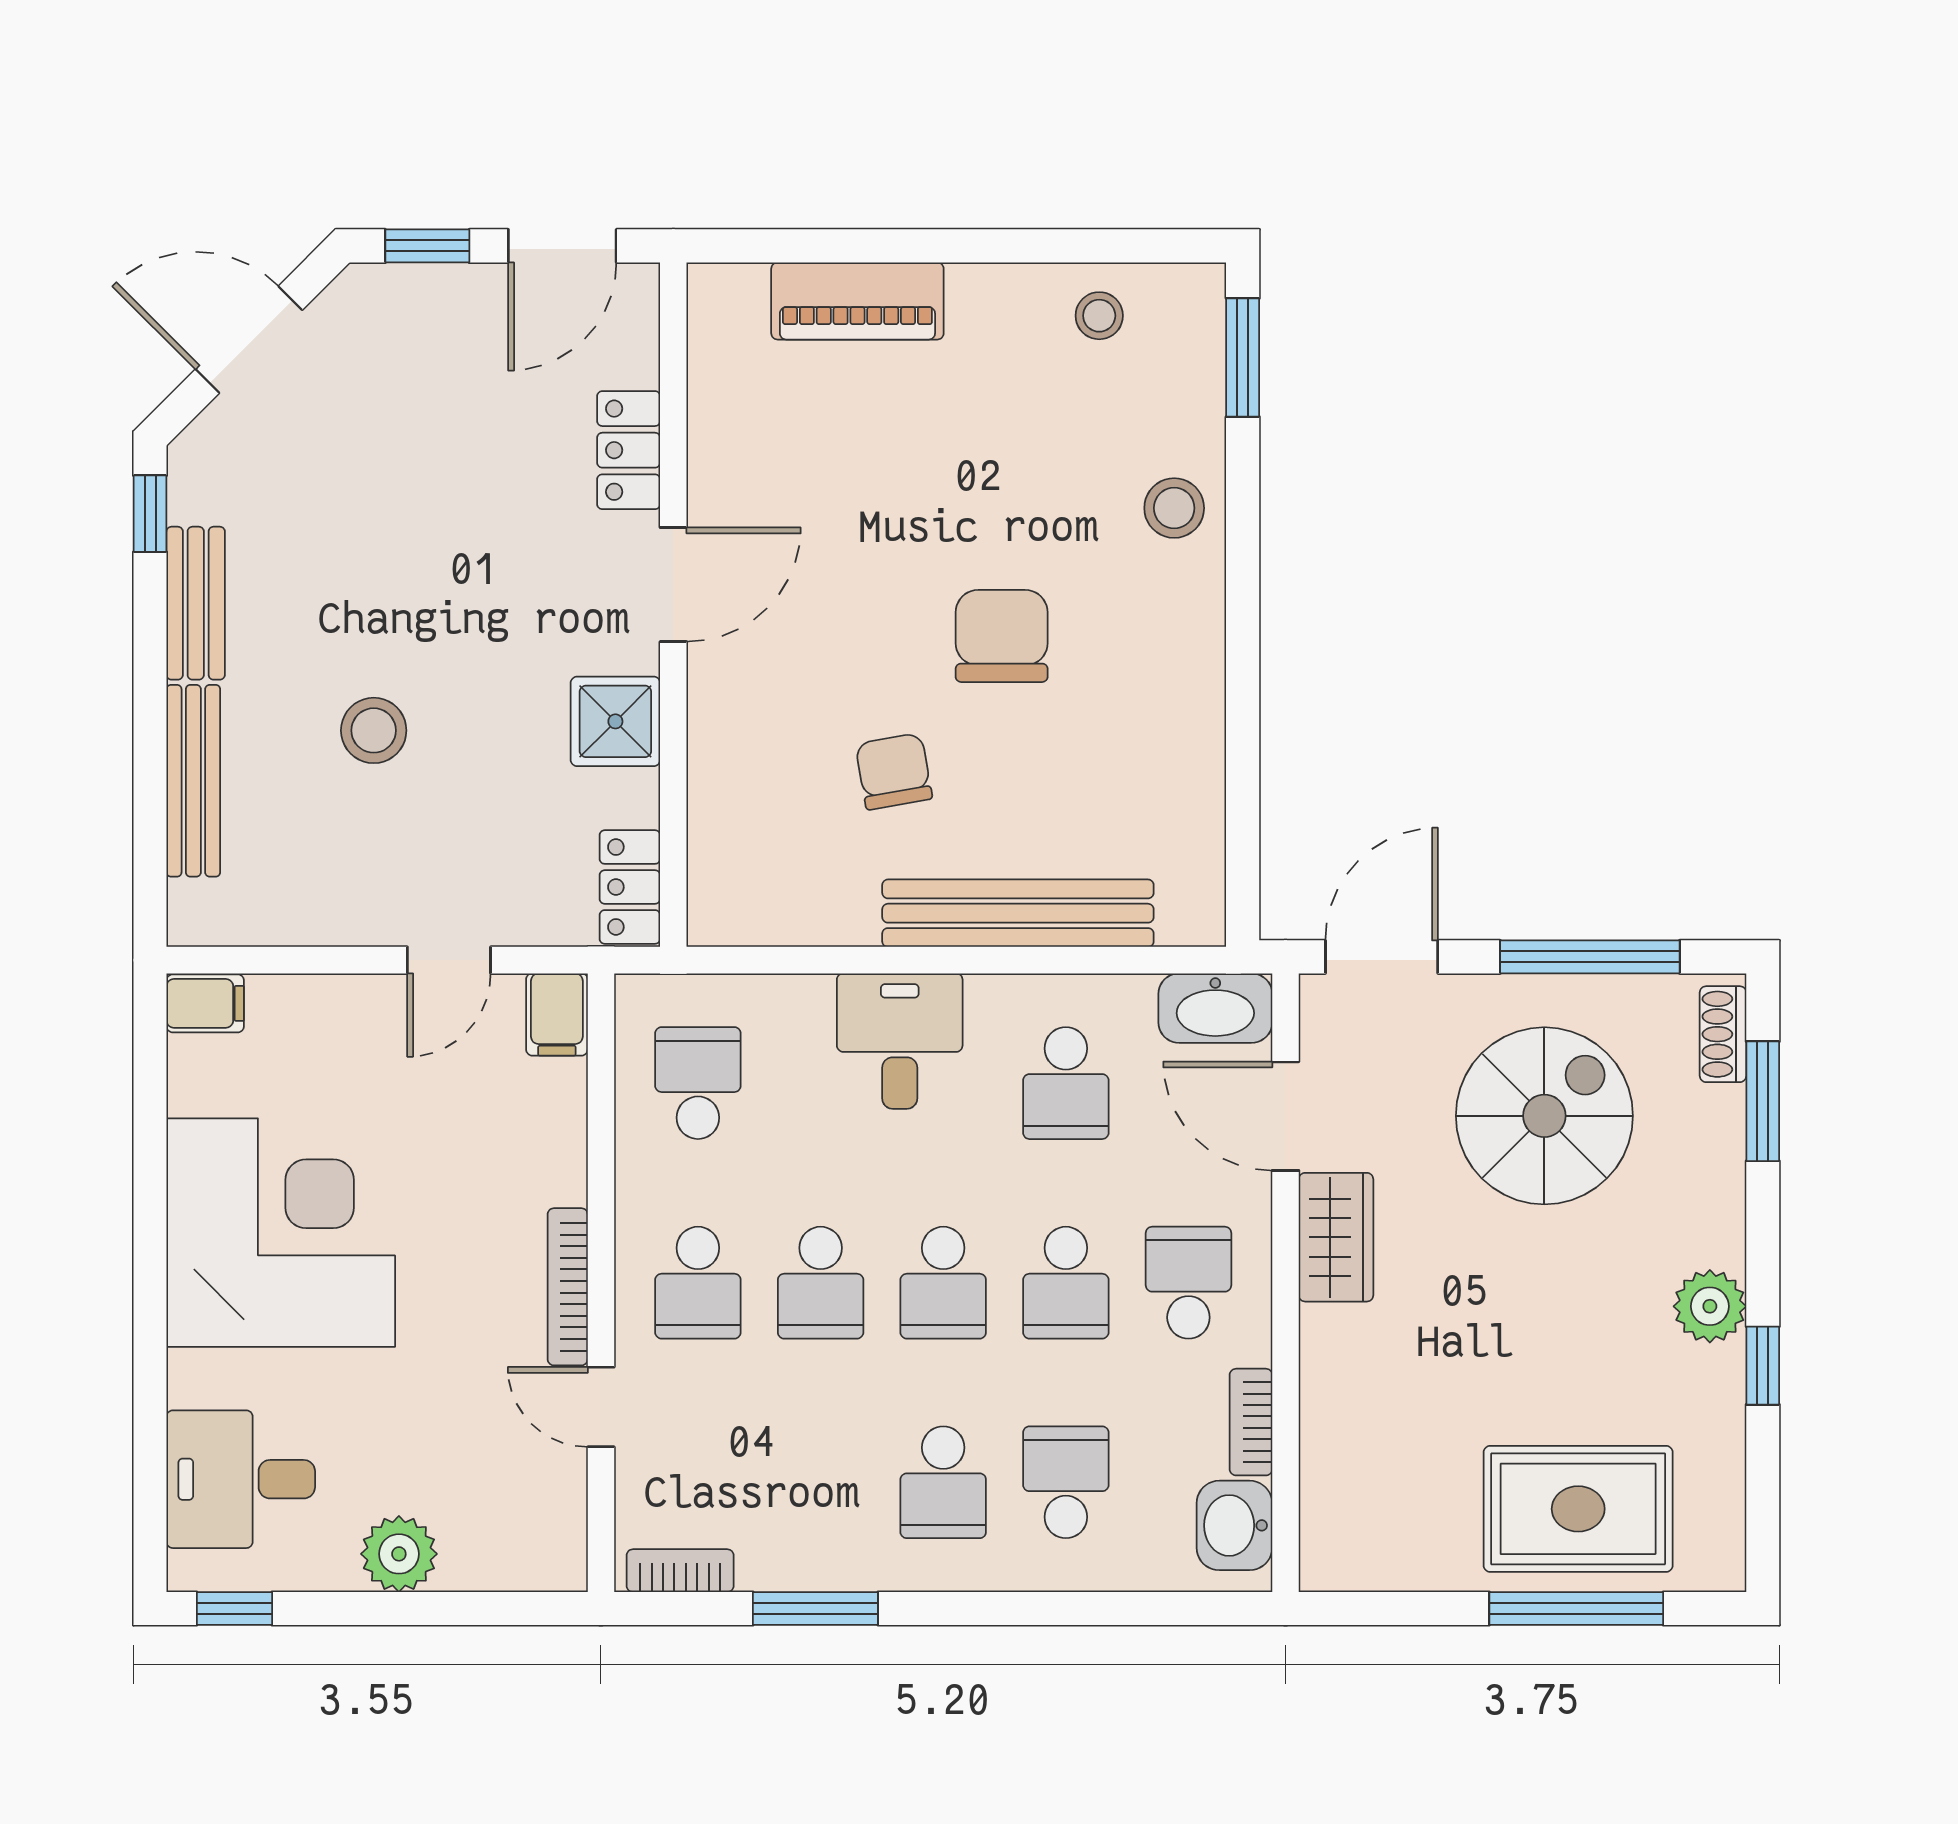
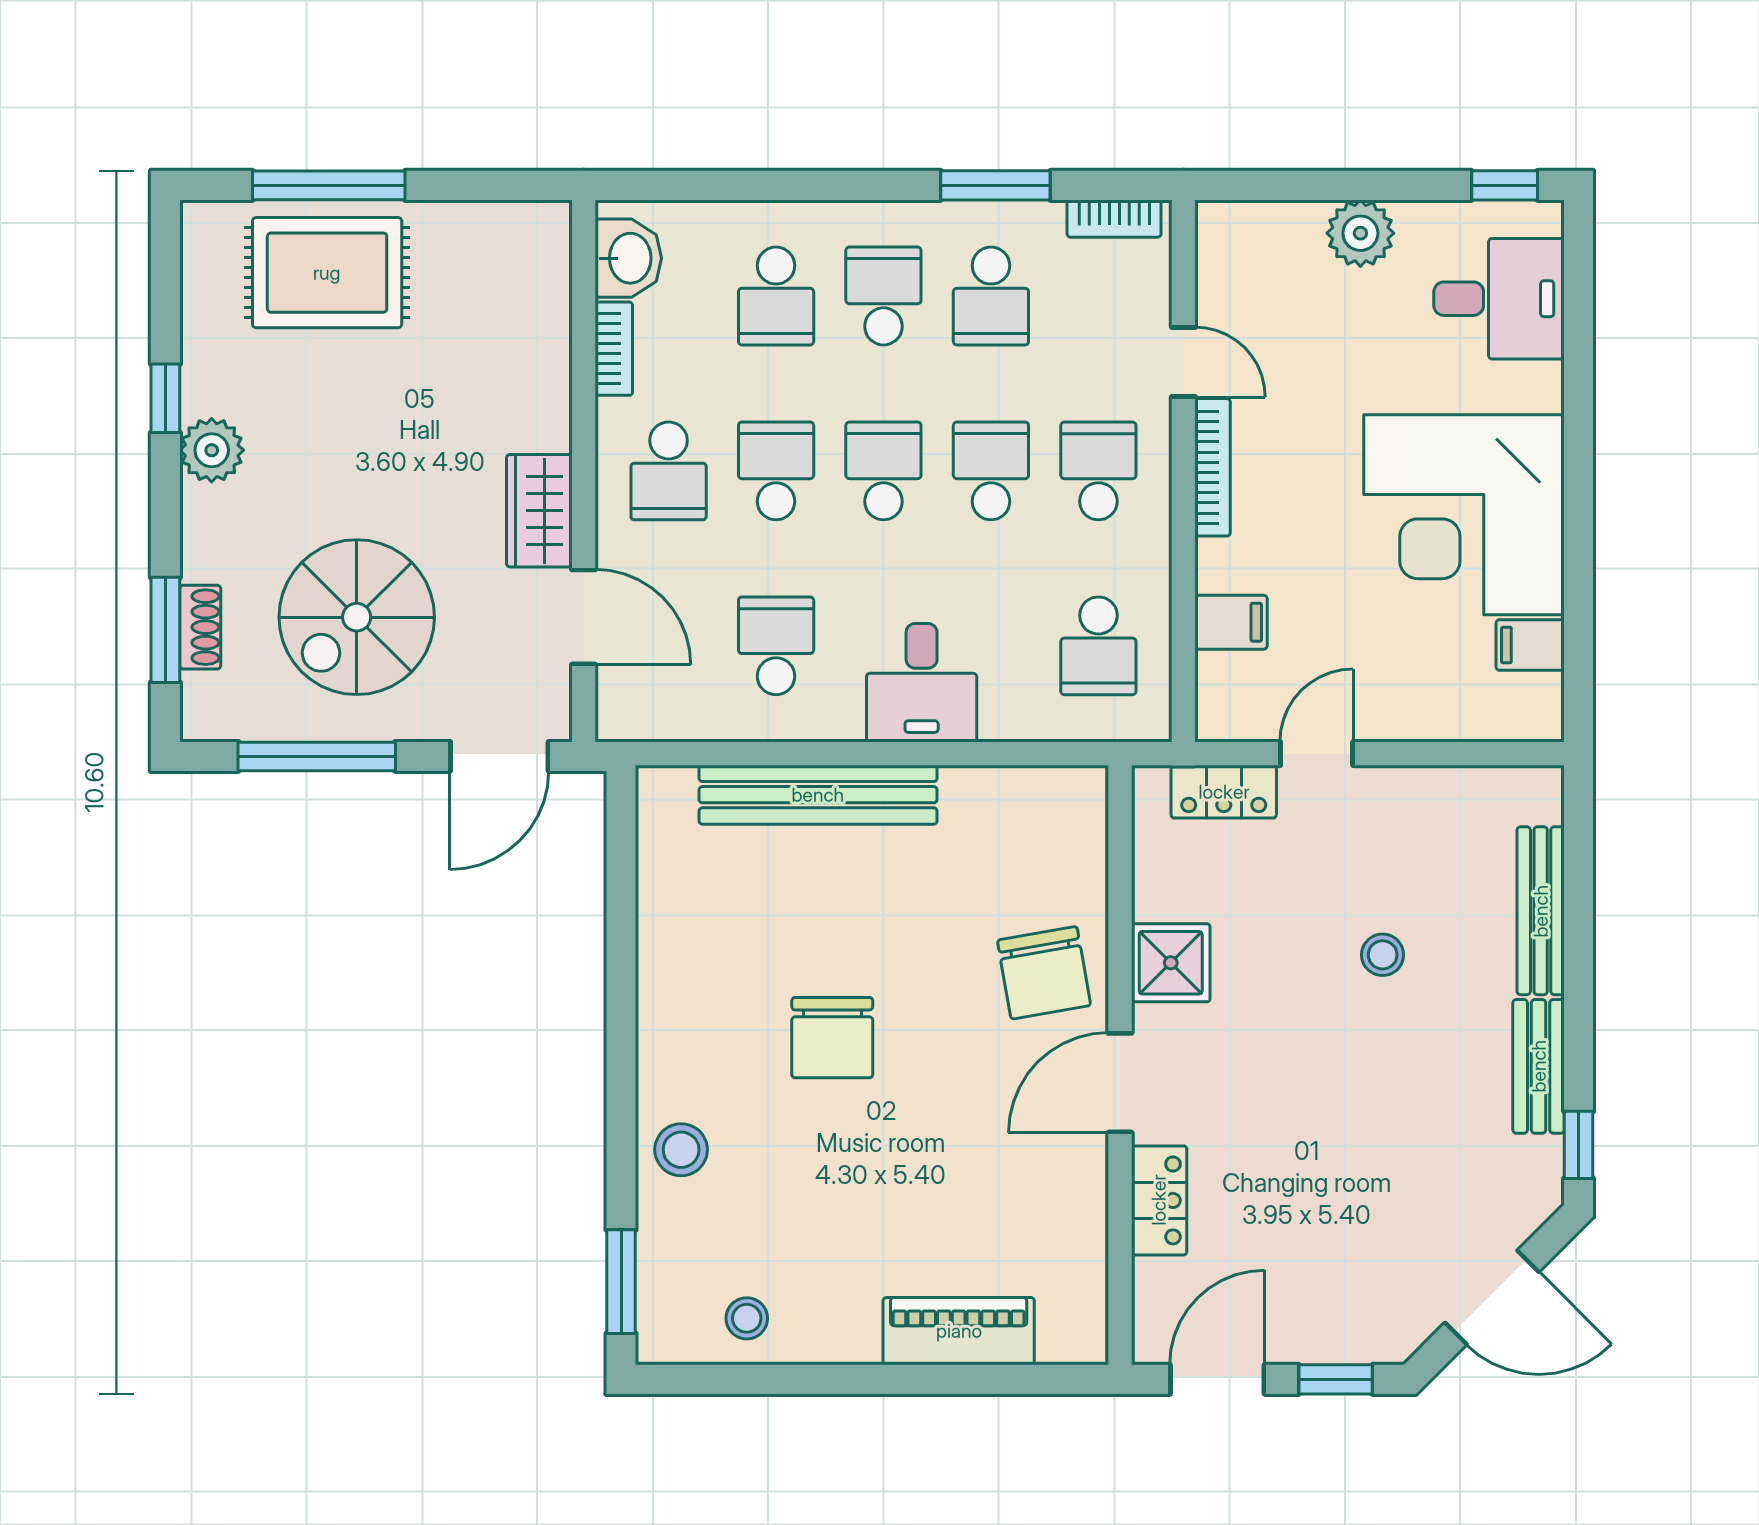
stool: (374, 730) -> (1383, 955), width x0.73, depth x0.73
chair: (894, 771) -> (1044, 973), moved, width x1.37, depth x1.37
locker: (630, 887) -> (1224, 792), moved, turned 90
filing cabinet: (205, 1003) -> (1530, 645), moved
washbasin: (1215, 1008) -> (645, 711), removed
filing cabinet: (557, 1014) -> (1231, 622), moved, turned 90
shoe rack: (1723, 1034) -> (200, 627), moved
school desk: (821, 1482) -> (991, 296), added

